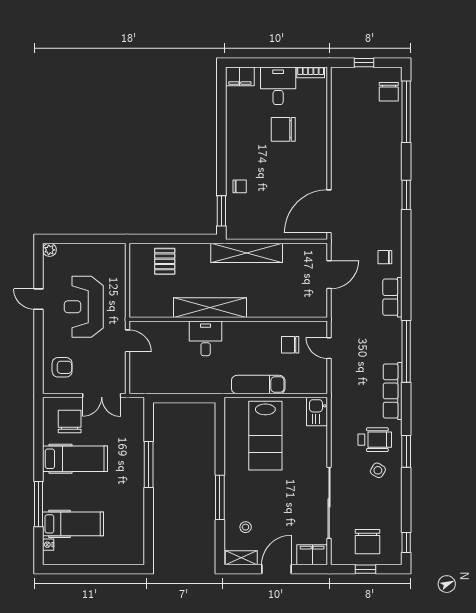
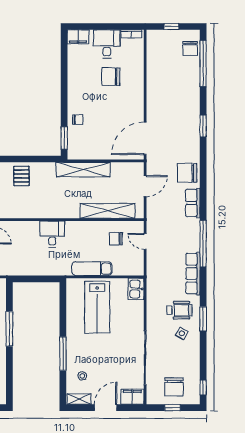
chair: (385, 257) -> (187, 173), width x1.87, depth x1.87
shelving: (210, 308) -> (107, 211), moved

